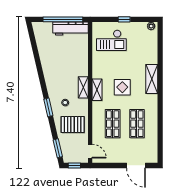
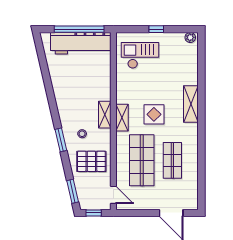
workbench: (70, 29) -> (81, 43), width x1.36, depth x1.32
checkout: (111, 40) -> (140, 55), turned 180
shop shelf: (113, 124) -> (142, 160), width x1.43, depth x1.36

